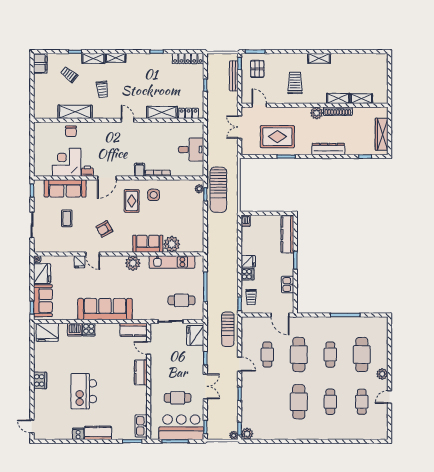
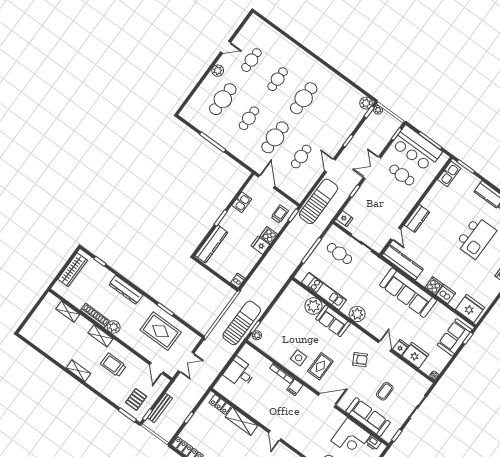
trolley: (295, 83) -> (113, 365), turned 90
shelving: (338, 98) -> (101, 336), moved
printer: (87, 171) -> (373, 443), moved
fridge: (42, 274) -> (415, 355), moved, turned 90
sun lounger: (228, 329) -> (319, 201), width x1.36, depth x1.34
kitchen counter: (133, 330) -> (403, 262), width x1.50
fridge: (195, 335) -> (345, 219), width x0.53, depth x0.75

